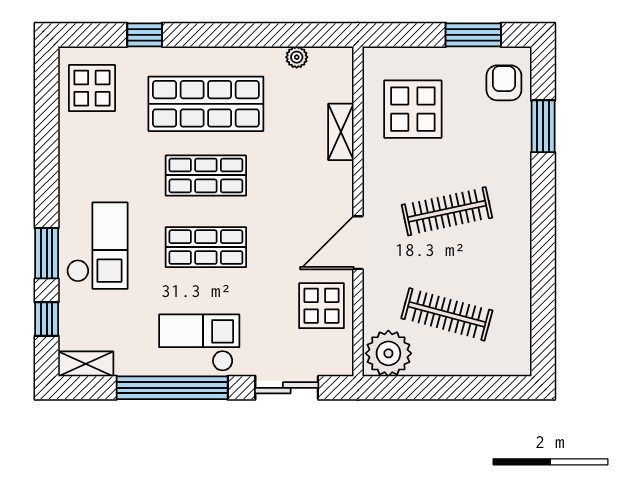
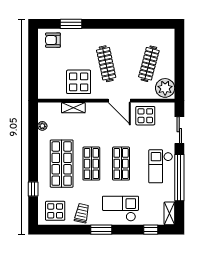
window: (473, 35) -> (33, 53), removed
display table: (413, 109) -> (79, 82), moved
trolley: (86, 152) -> (82, 213), added
window: (47, 253) -> (101, 230), moved

